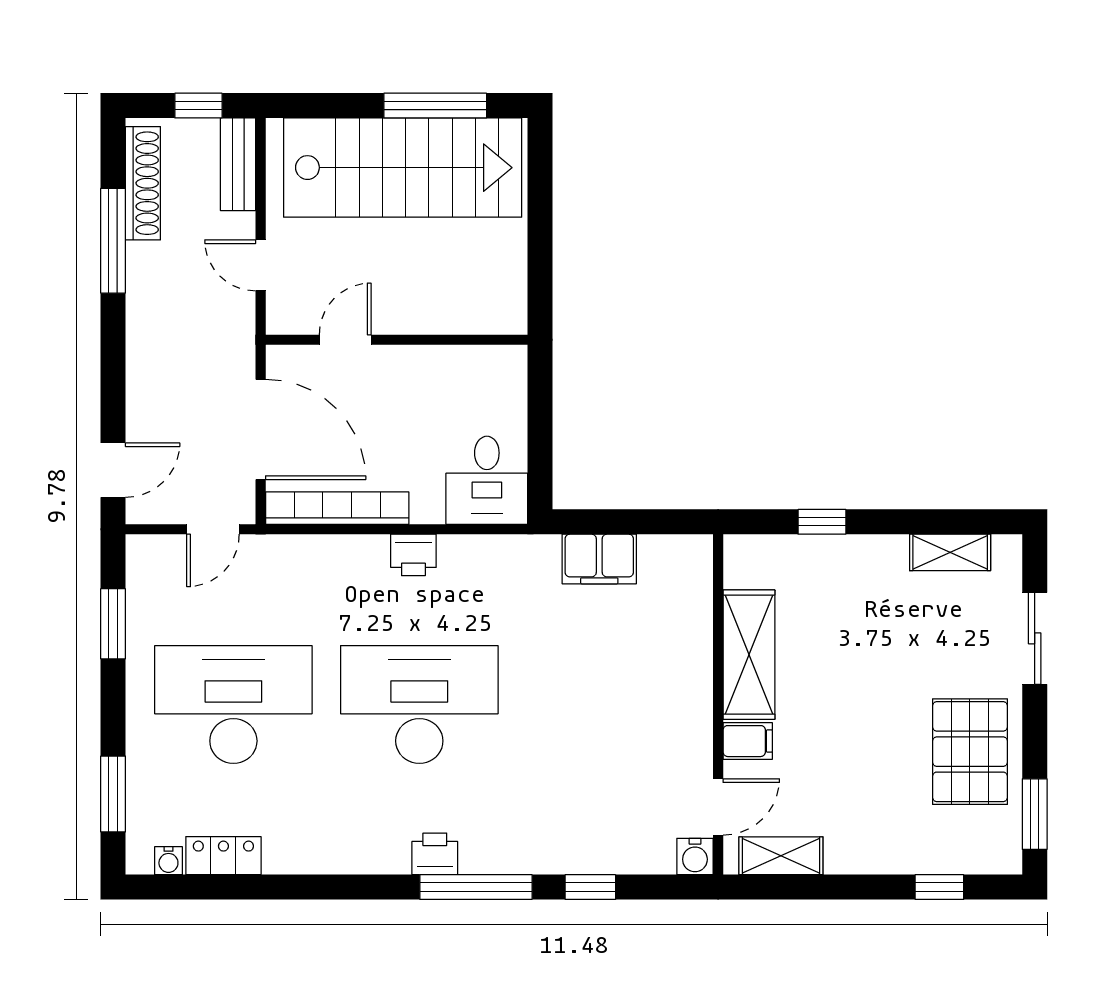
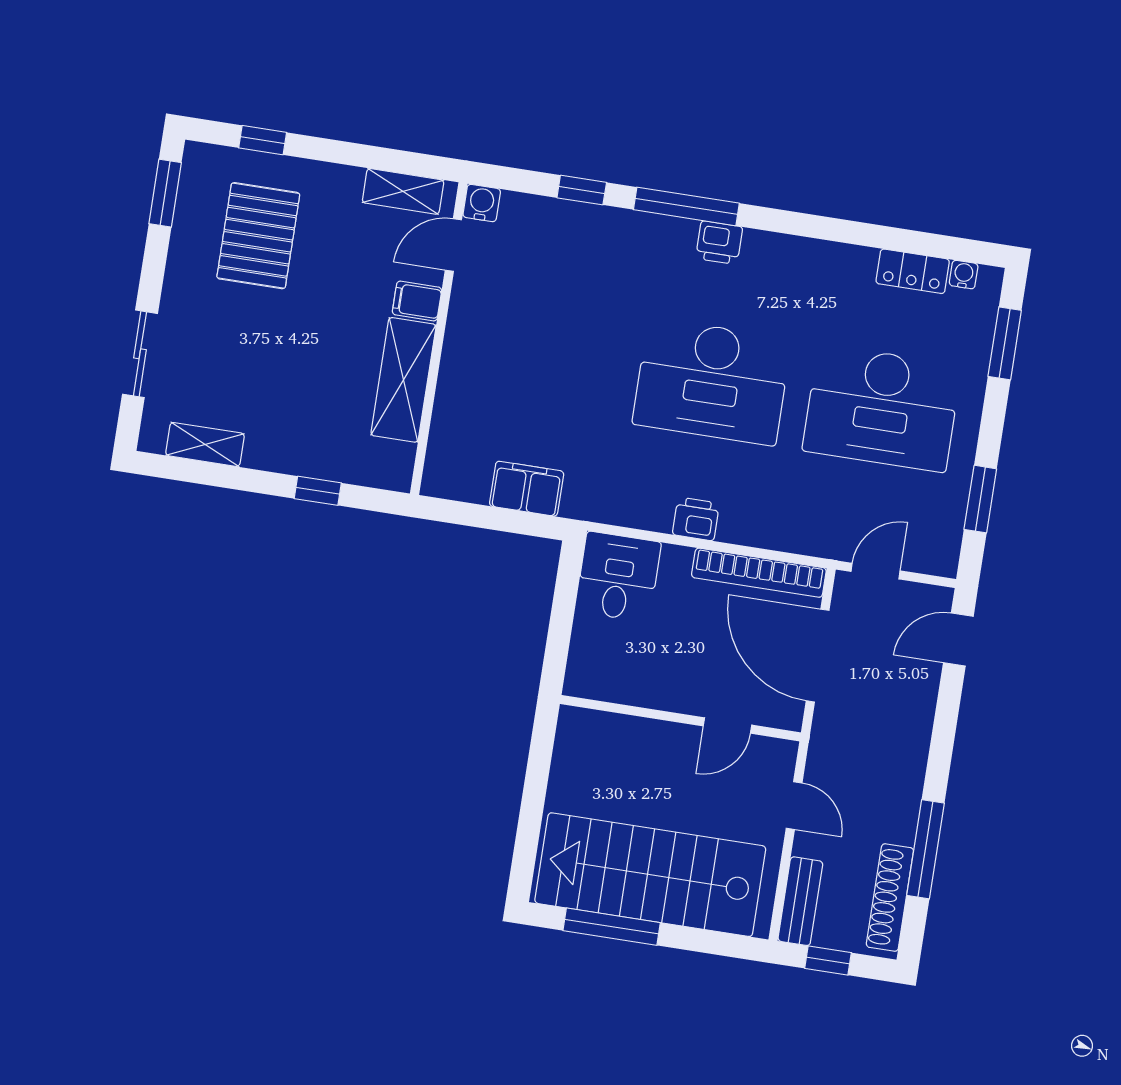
pallet: (970, 752) -> (258, 236), moved

